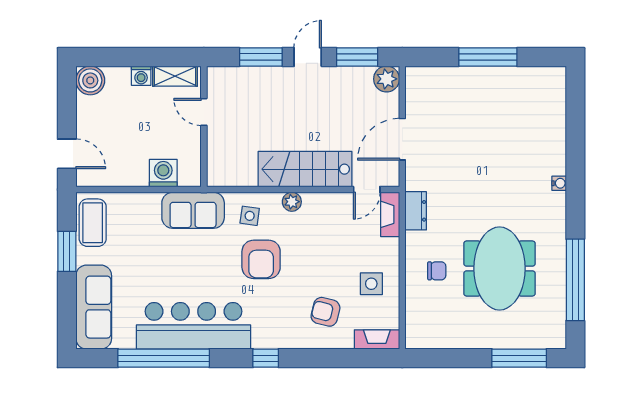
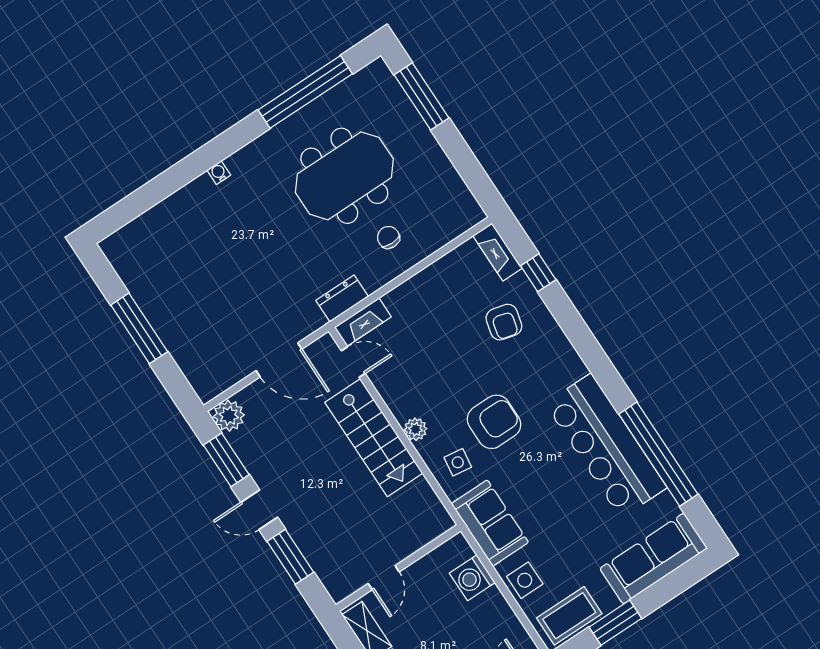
side table: (371, 284) -> (525, 580), moved
window: (266, 358) -> (538, 273), moved

